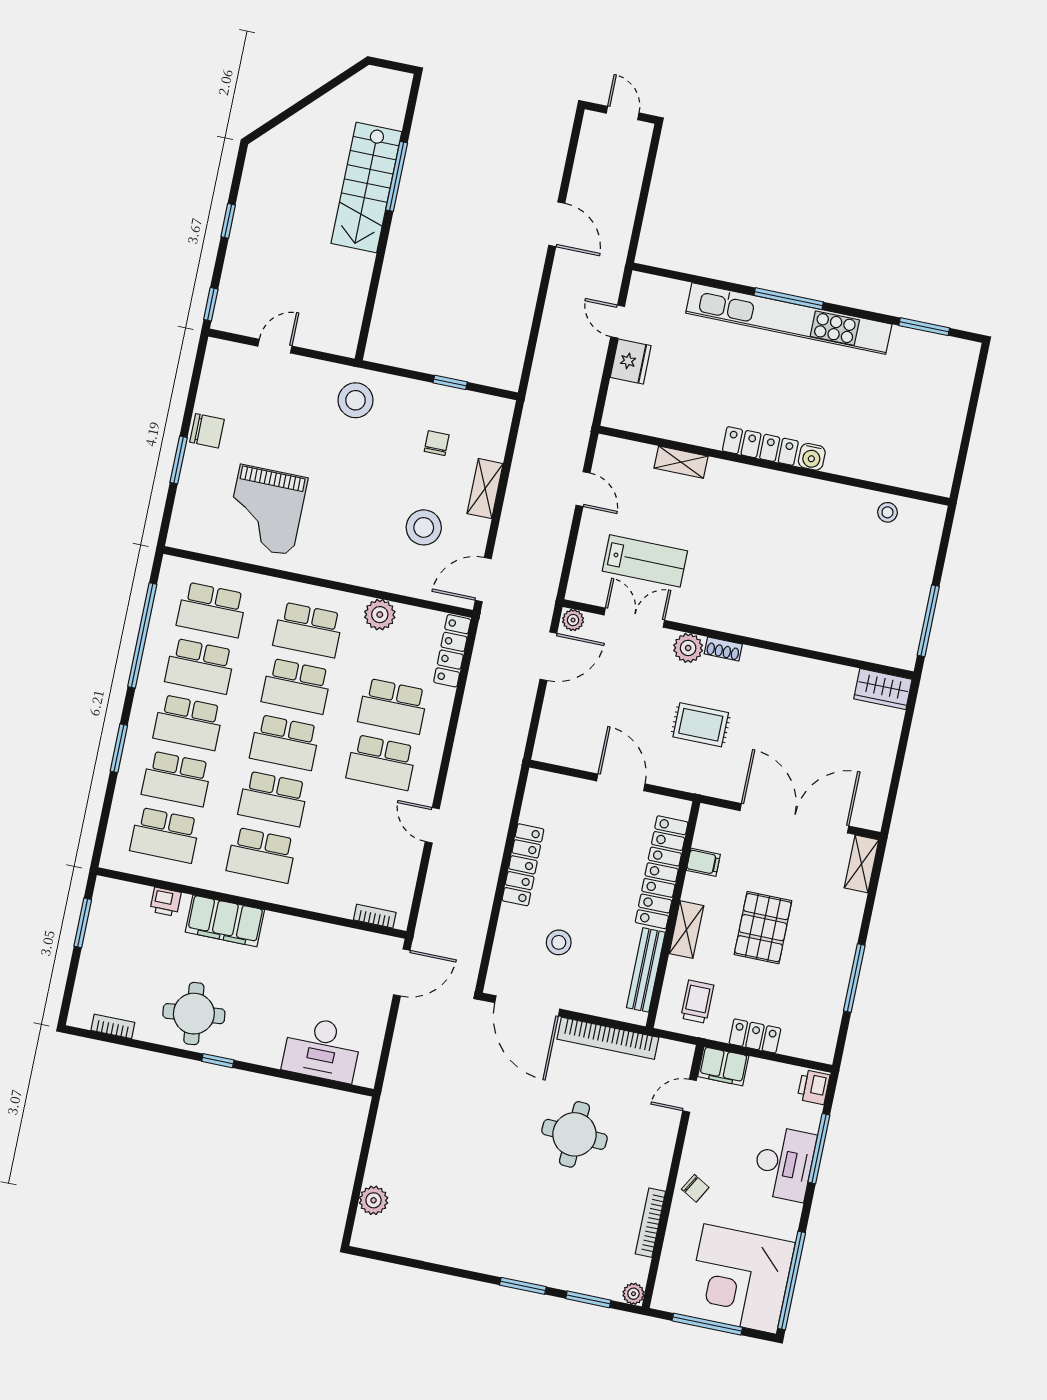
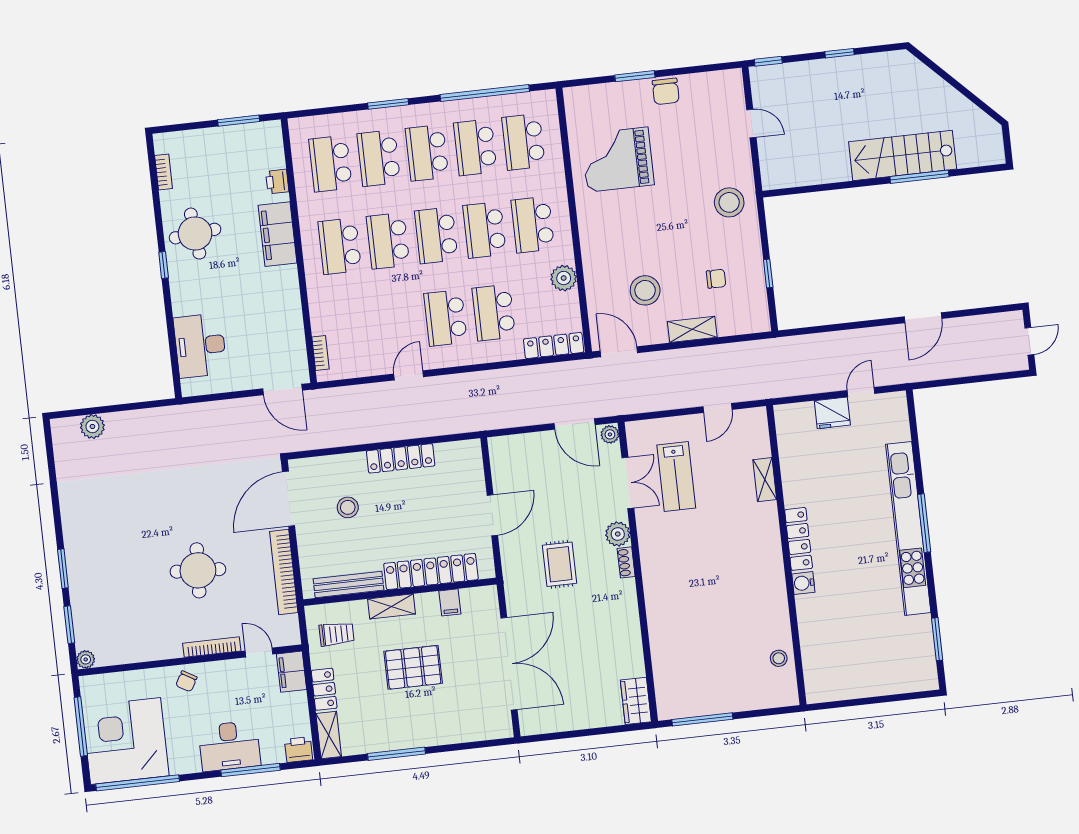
shelving: (861, 864) -> (329, 735), moved, turned 90
bookcase: (650, 1223) -> (212, 647), moved

